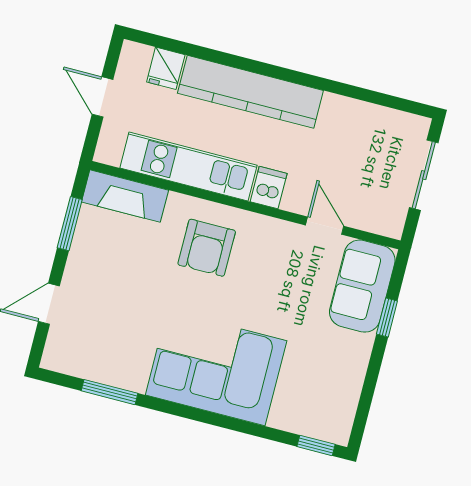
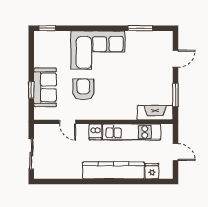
armchair: (207, 248) -> (83, 89), moved
sofa: (362, 286) -> (45, 87), moved

